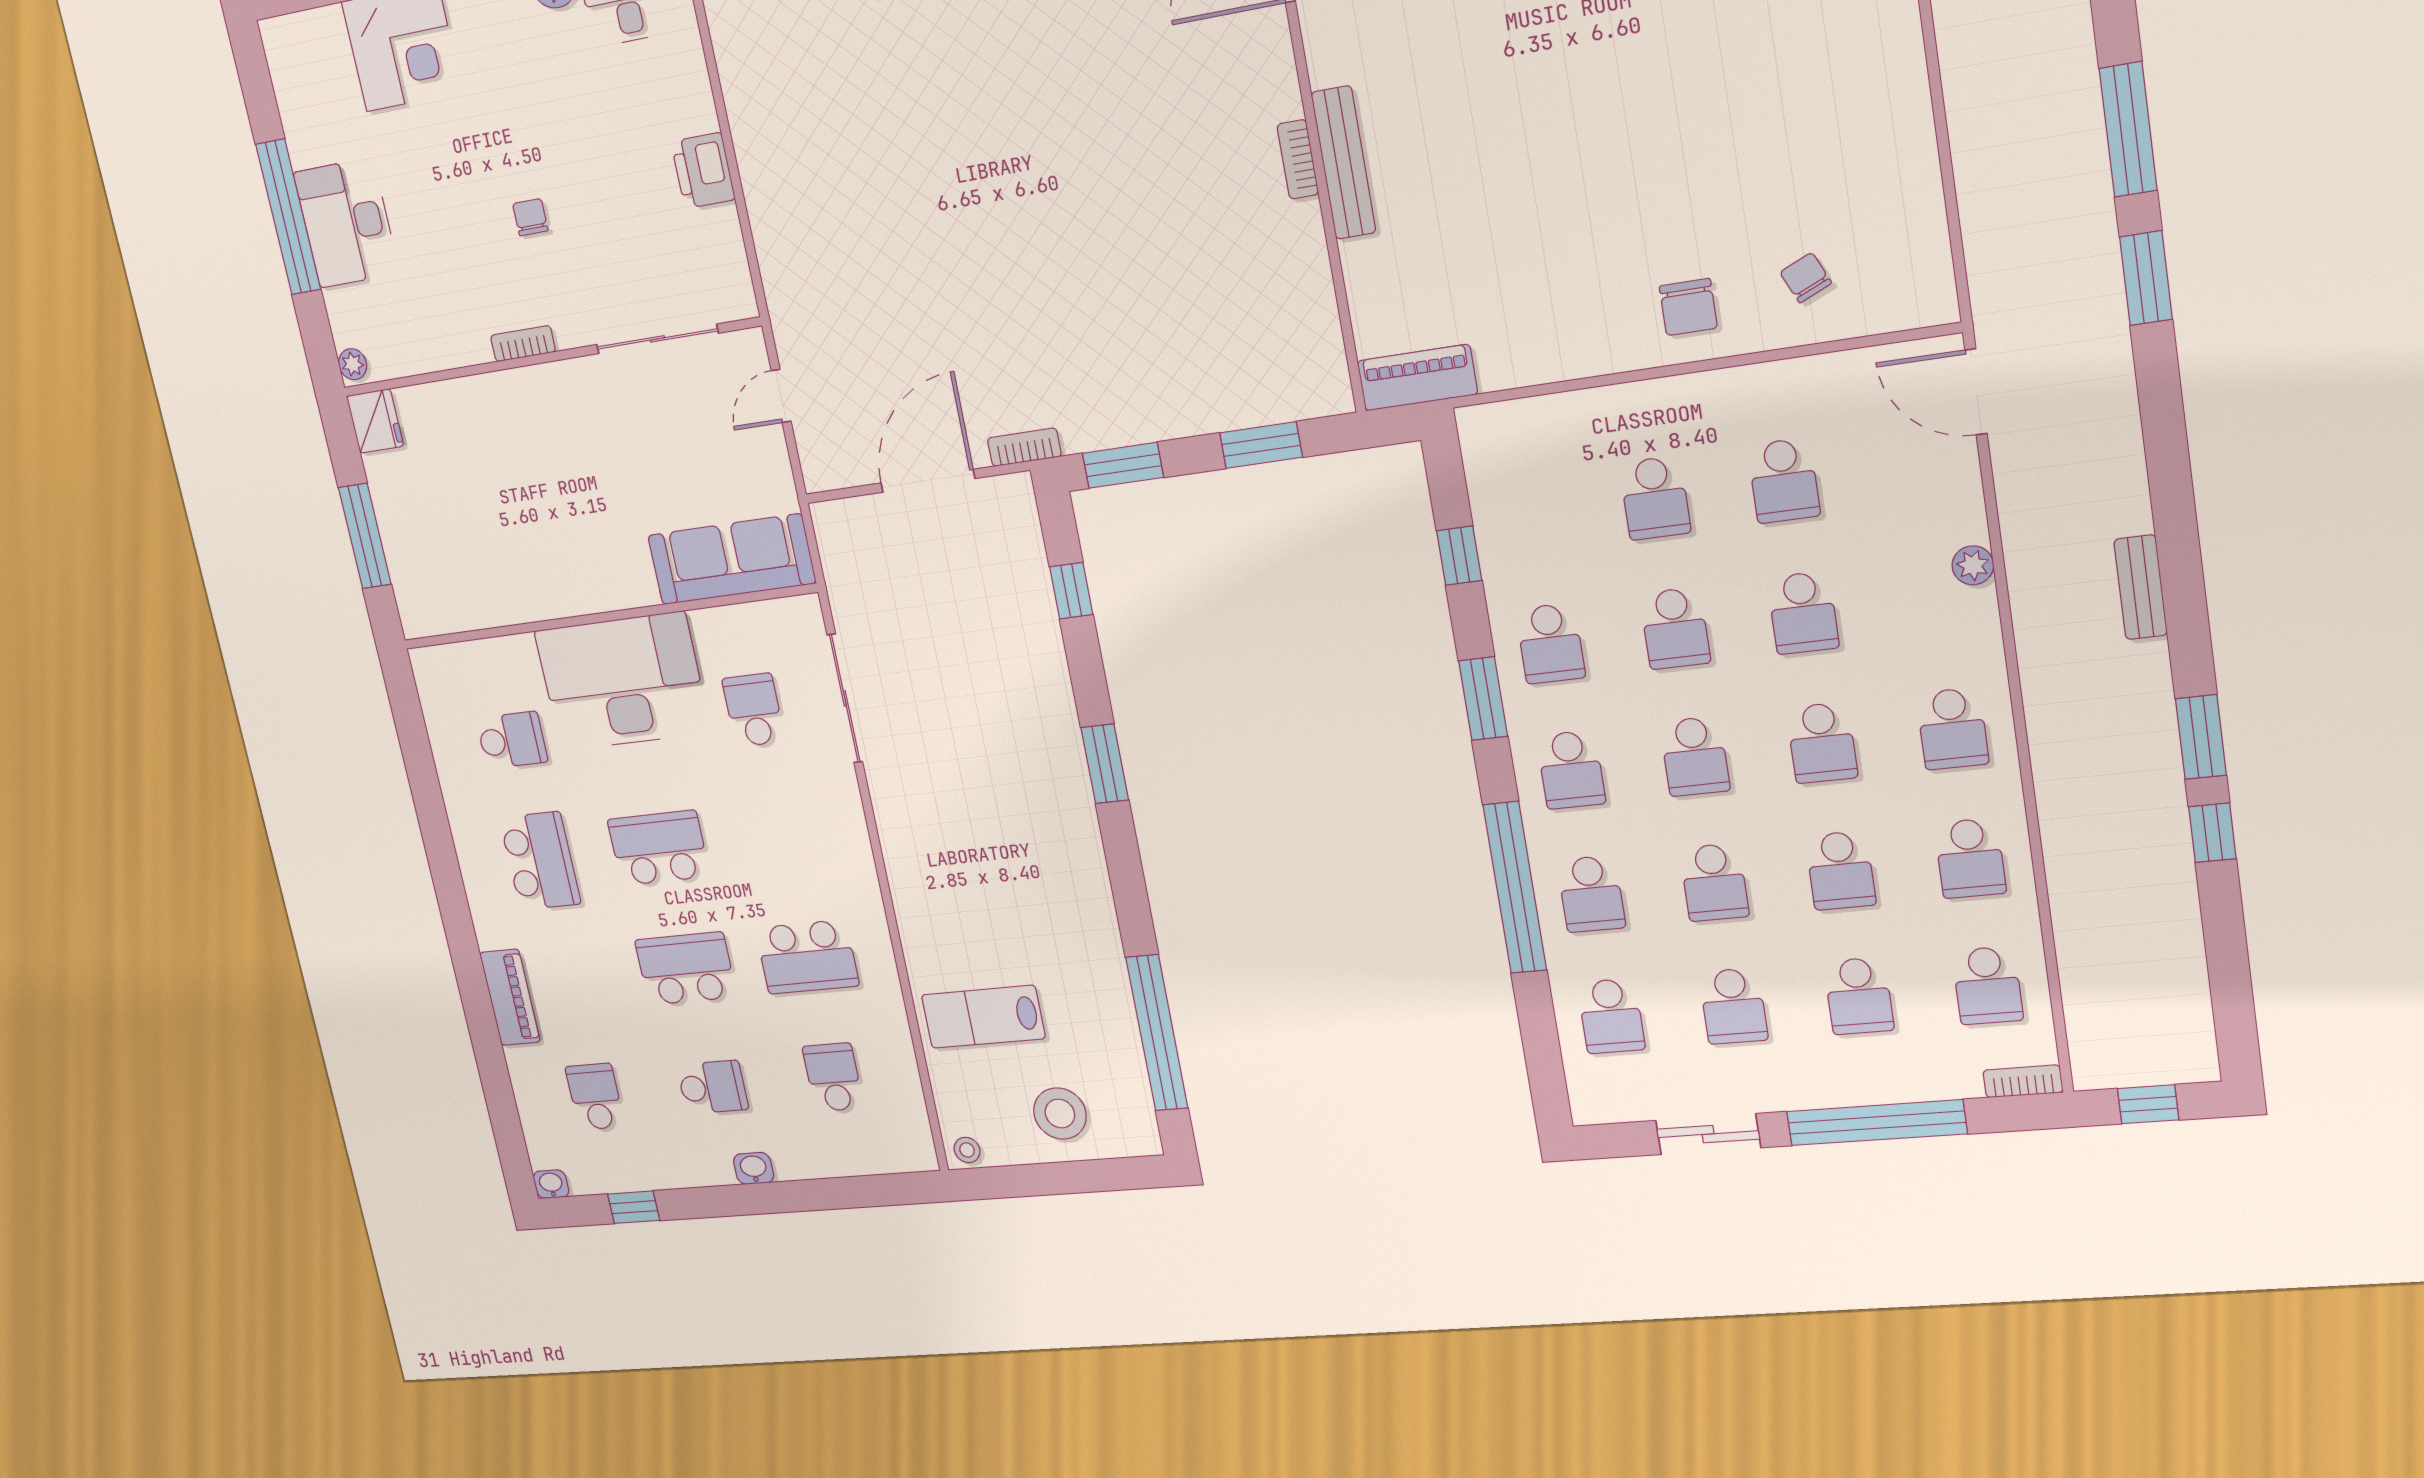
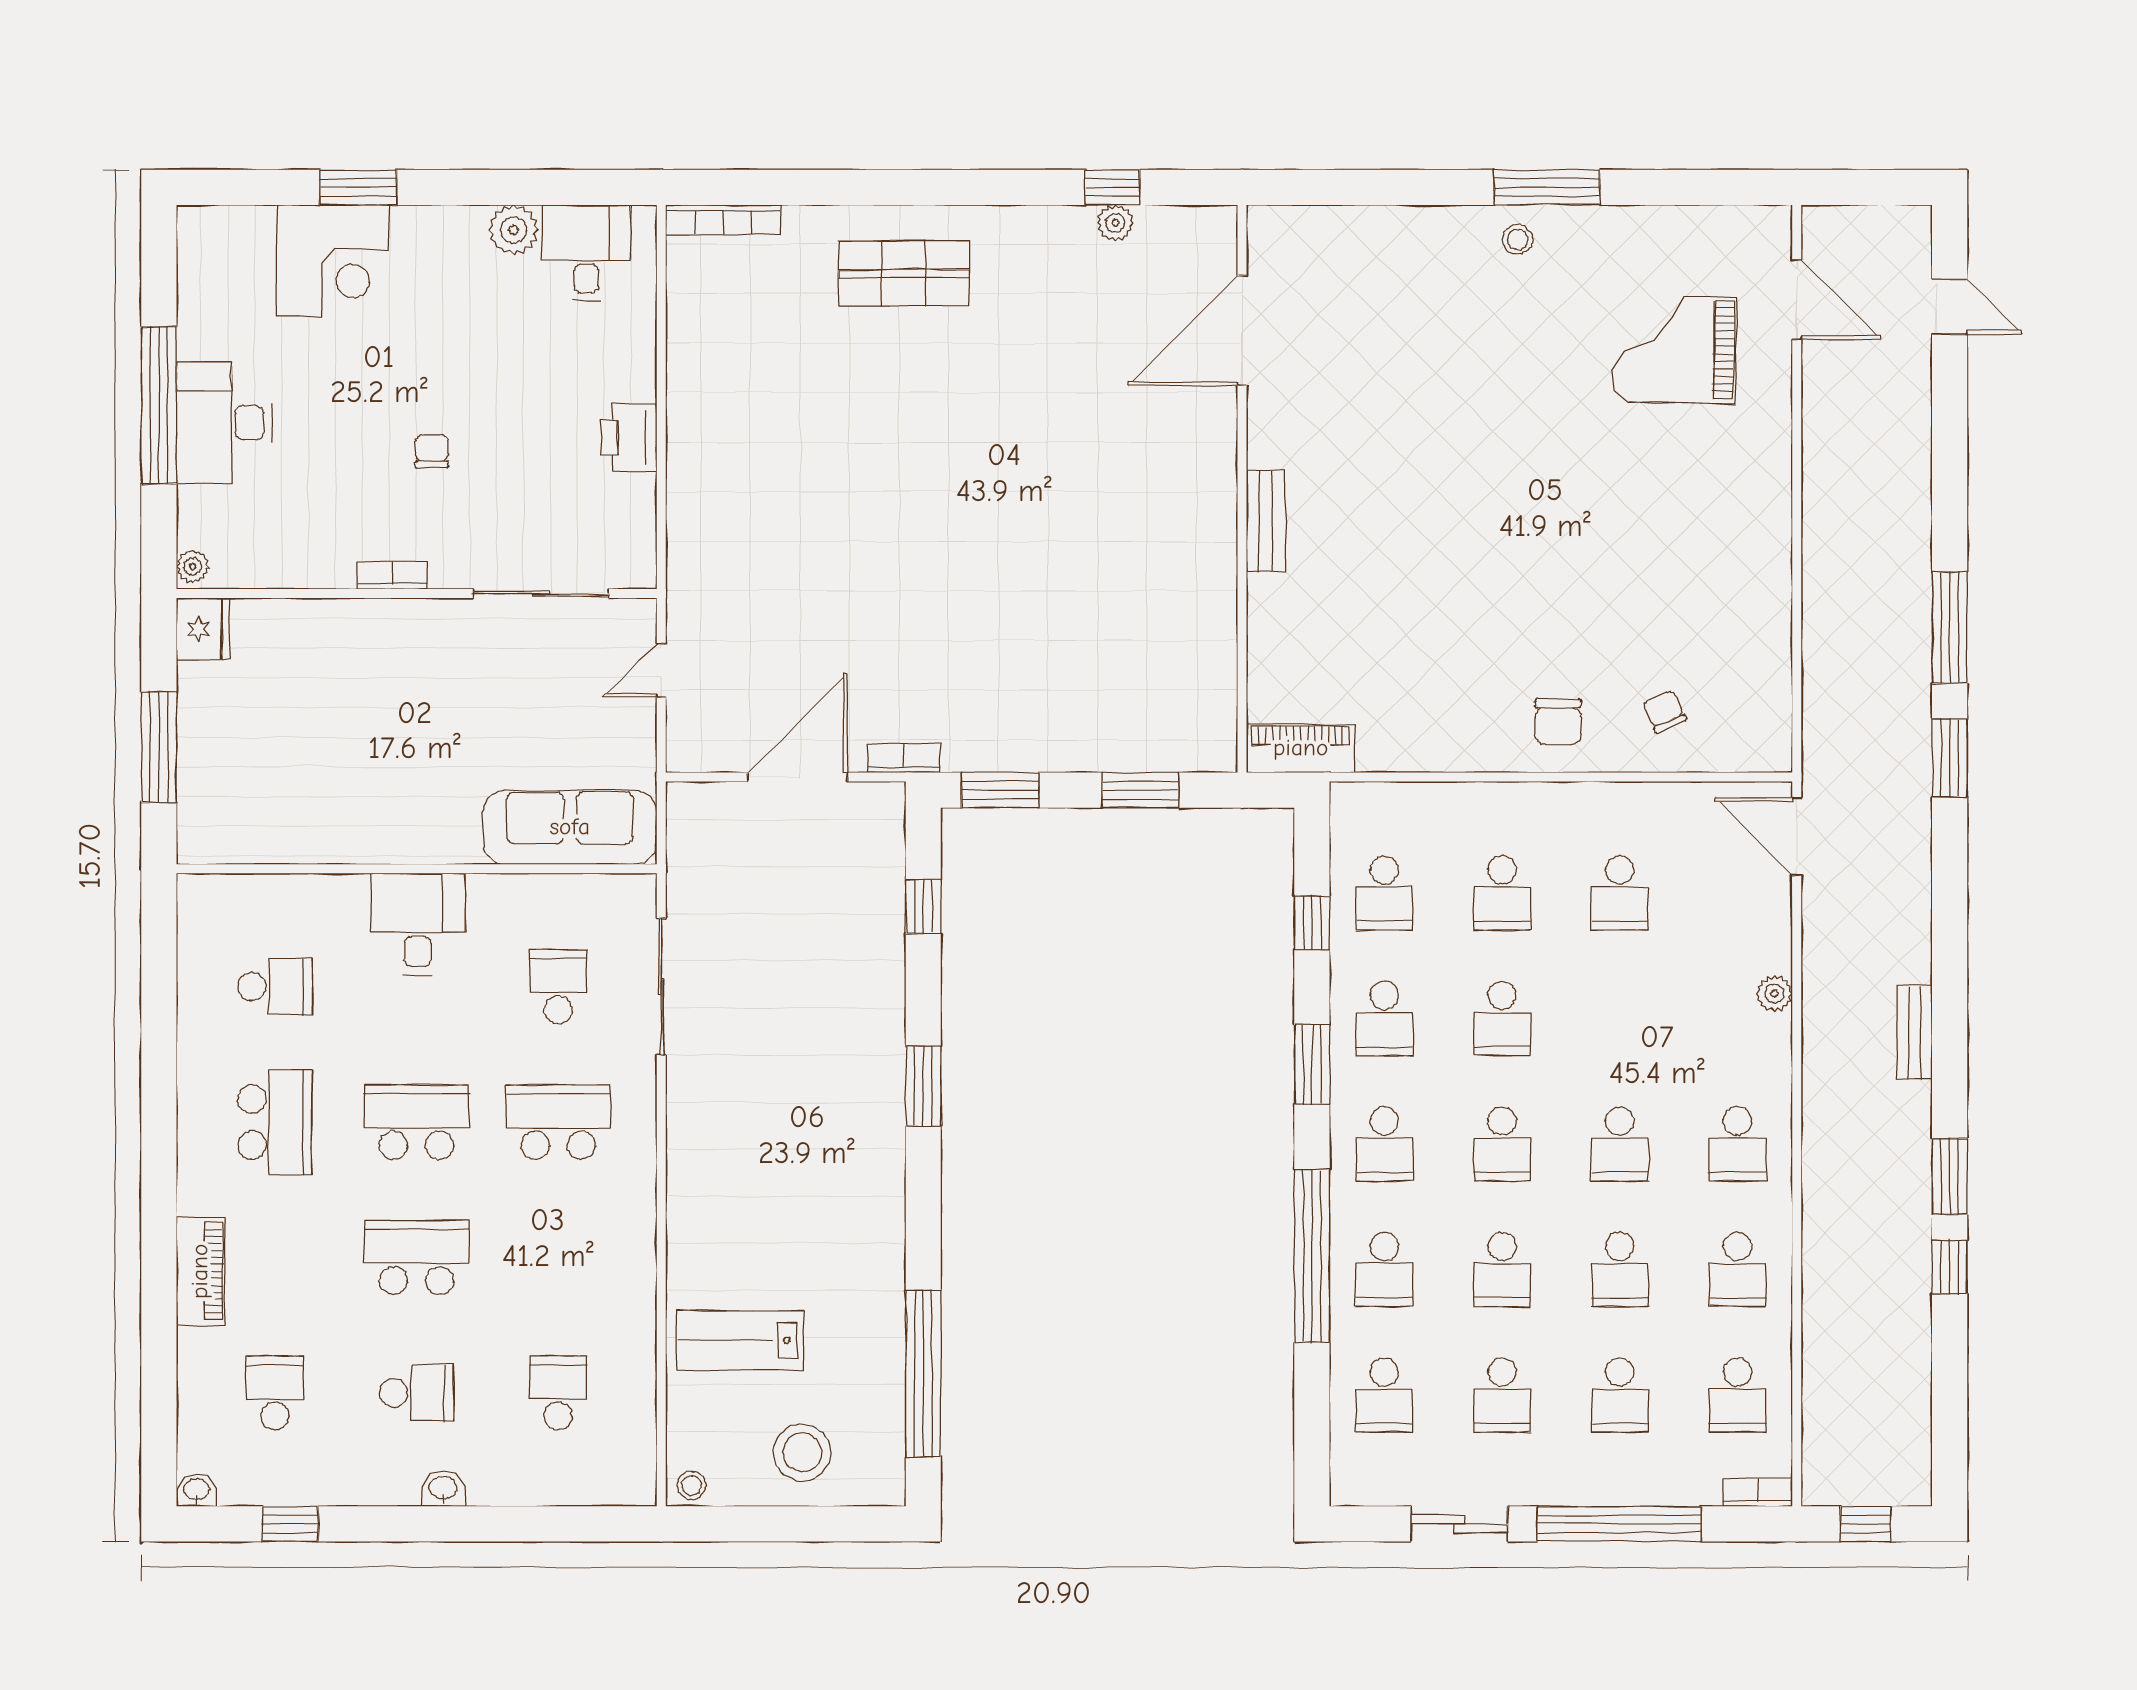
bookcase: (1298, 159) -> (1224, 529), removed
bench: (1343, 163) -> (1266, 521), width x0.73
school desk: (1803, 613) -> (1384, 893), moved
desk: (622, 682) -> (418, 924), width x0.53, depth x0.77
school desk: (807, 957) -> (558, 1122), moved, turned 180

